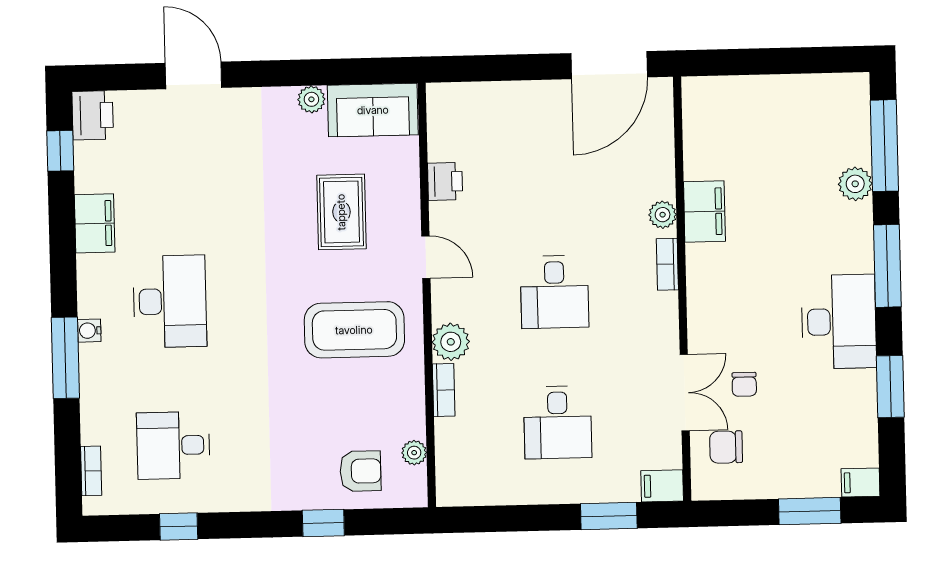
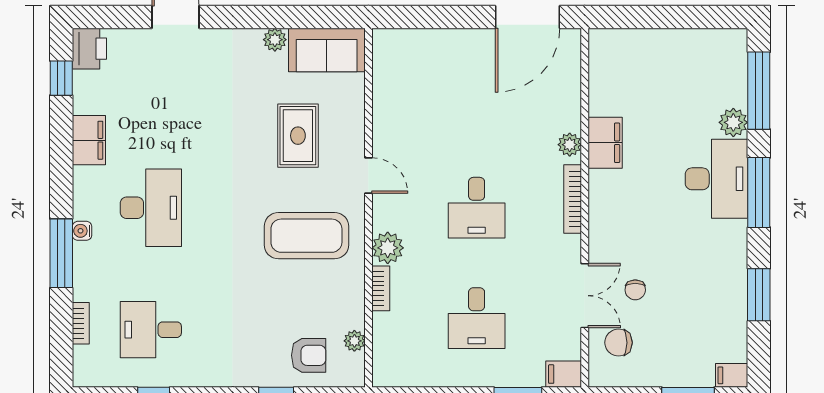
printer: (445, 181) -> (386, 112), removed
bookcase: (667, 264) -> (573, 199), width x1.56
desk: (839, 322) -> (717, 179), moved
bookcase: (91, 471) -> (81, 323), moved

